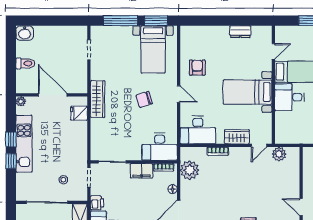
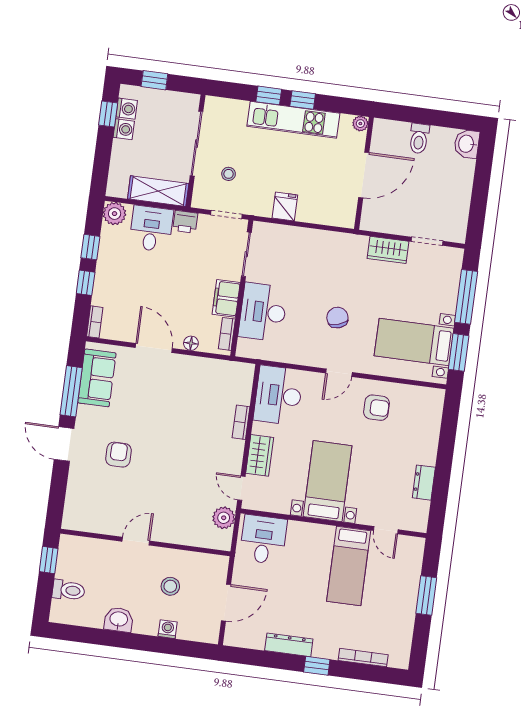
desk: (289, 97) -> (263, 540), moved
wardrobe: (98, 99) -> (388, 250), moved, width x0.67
fridge: (79, 113) -> (285, 207), moved
desk: (160, 147) -> (263, 312), moved
plant: (190, 170) -> (217, 374), removed

